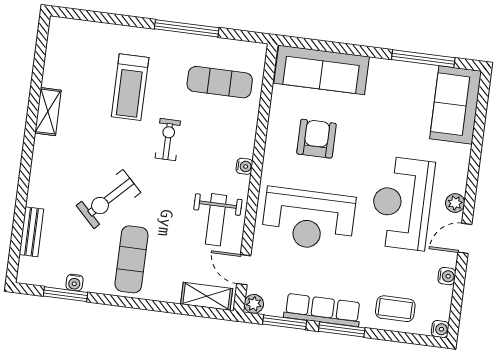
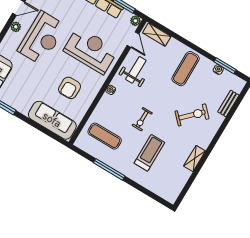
exercise bike: (108, 199) -> (192, 115), moved

